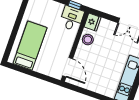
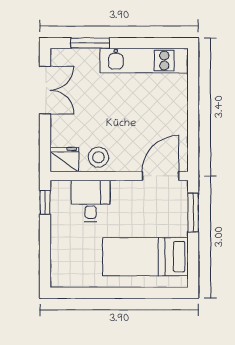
desk: (72, 18) -> (91, 201), moved, turned 90
window: (44, 77) -> (193, 213), added

